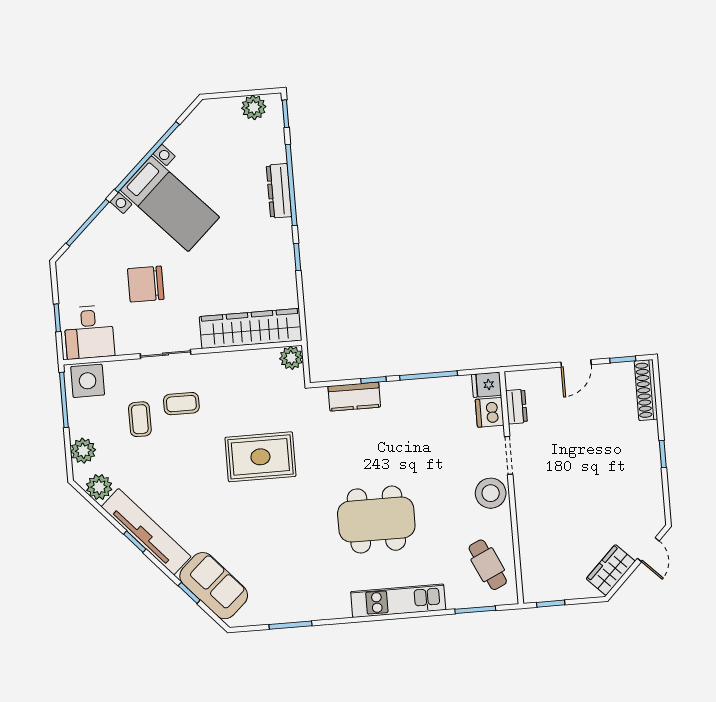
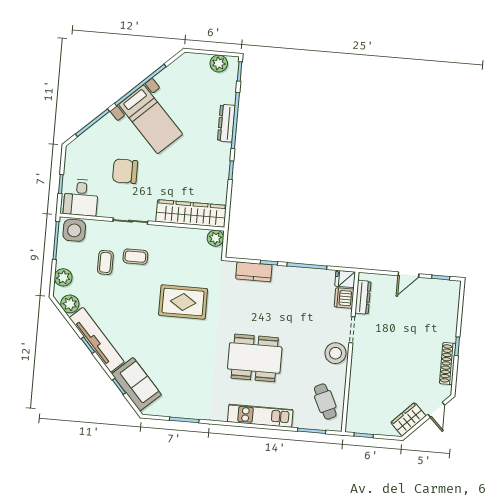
shoe rack: (646, 390) -> (448, 364), moved
dresser: (516, 407) -> (363, 297), width x1.44

